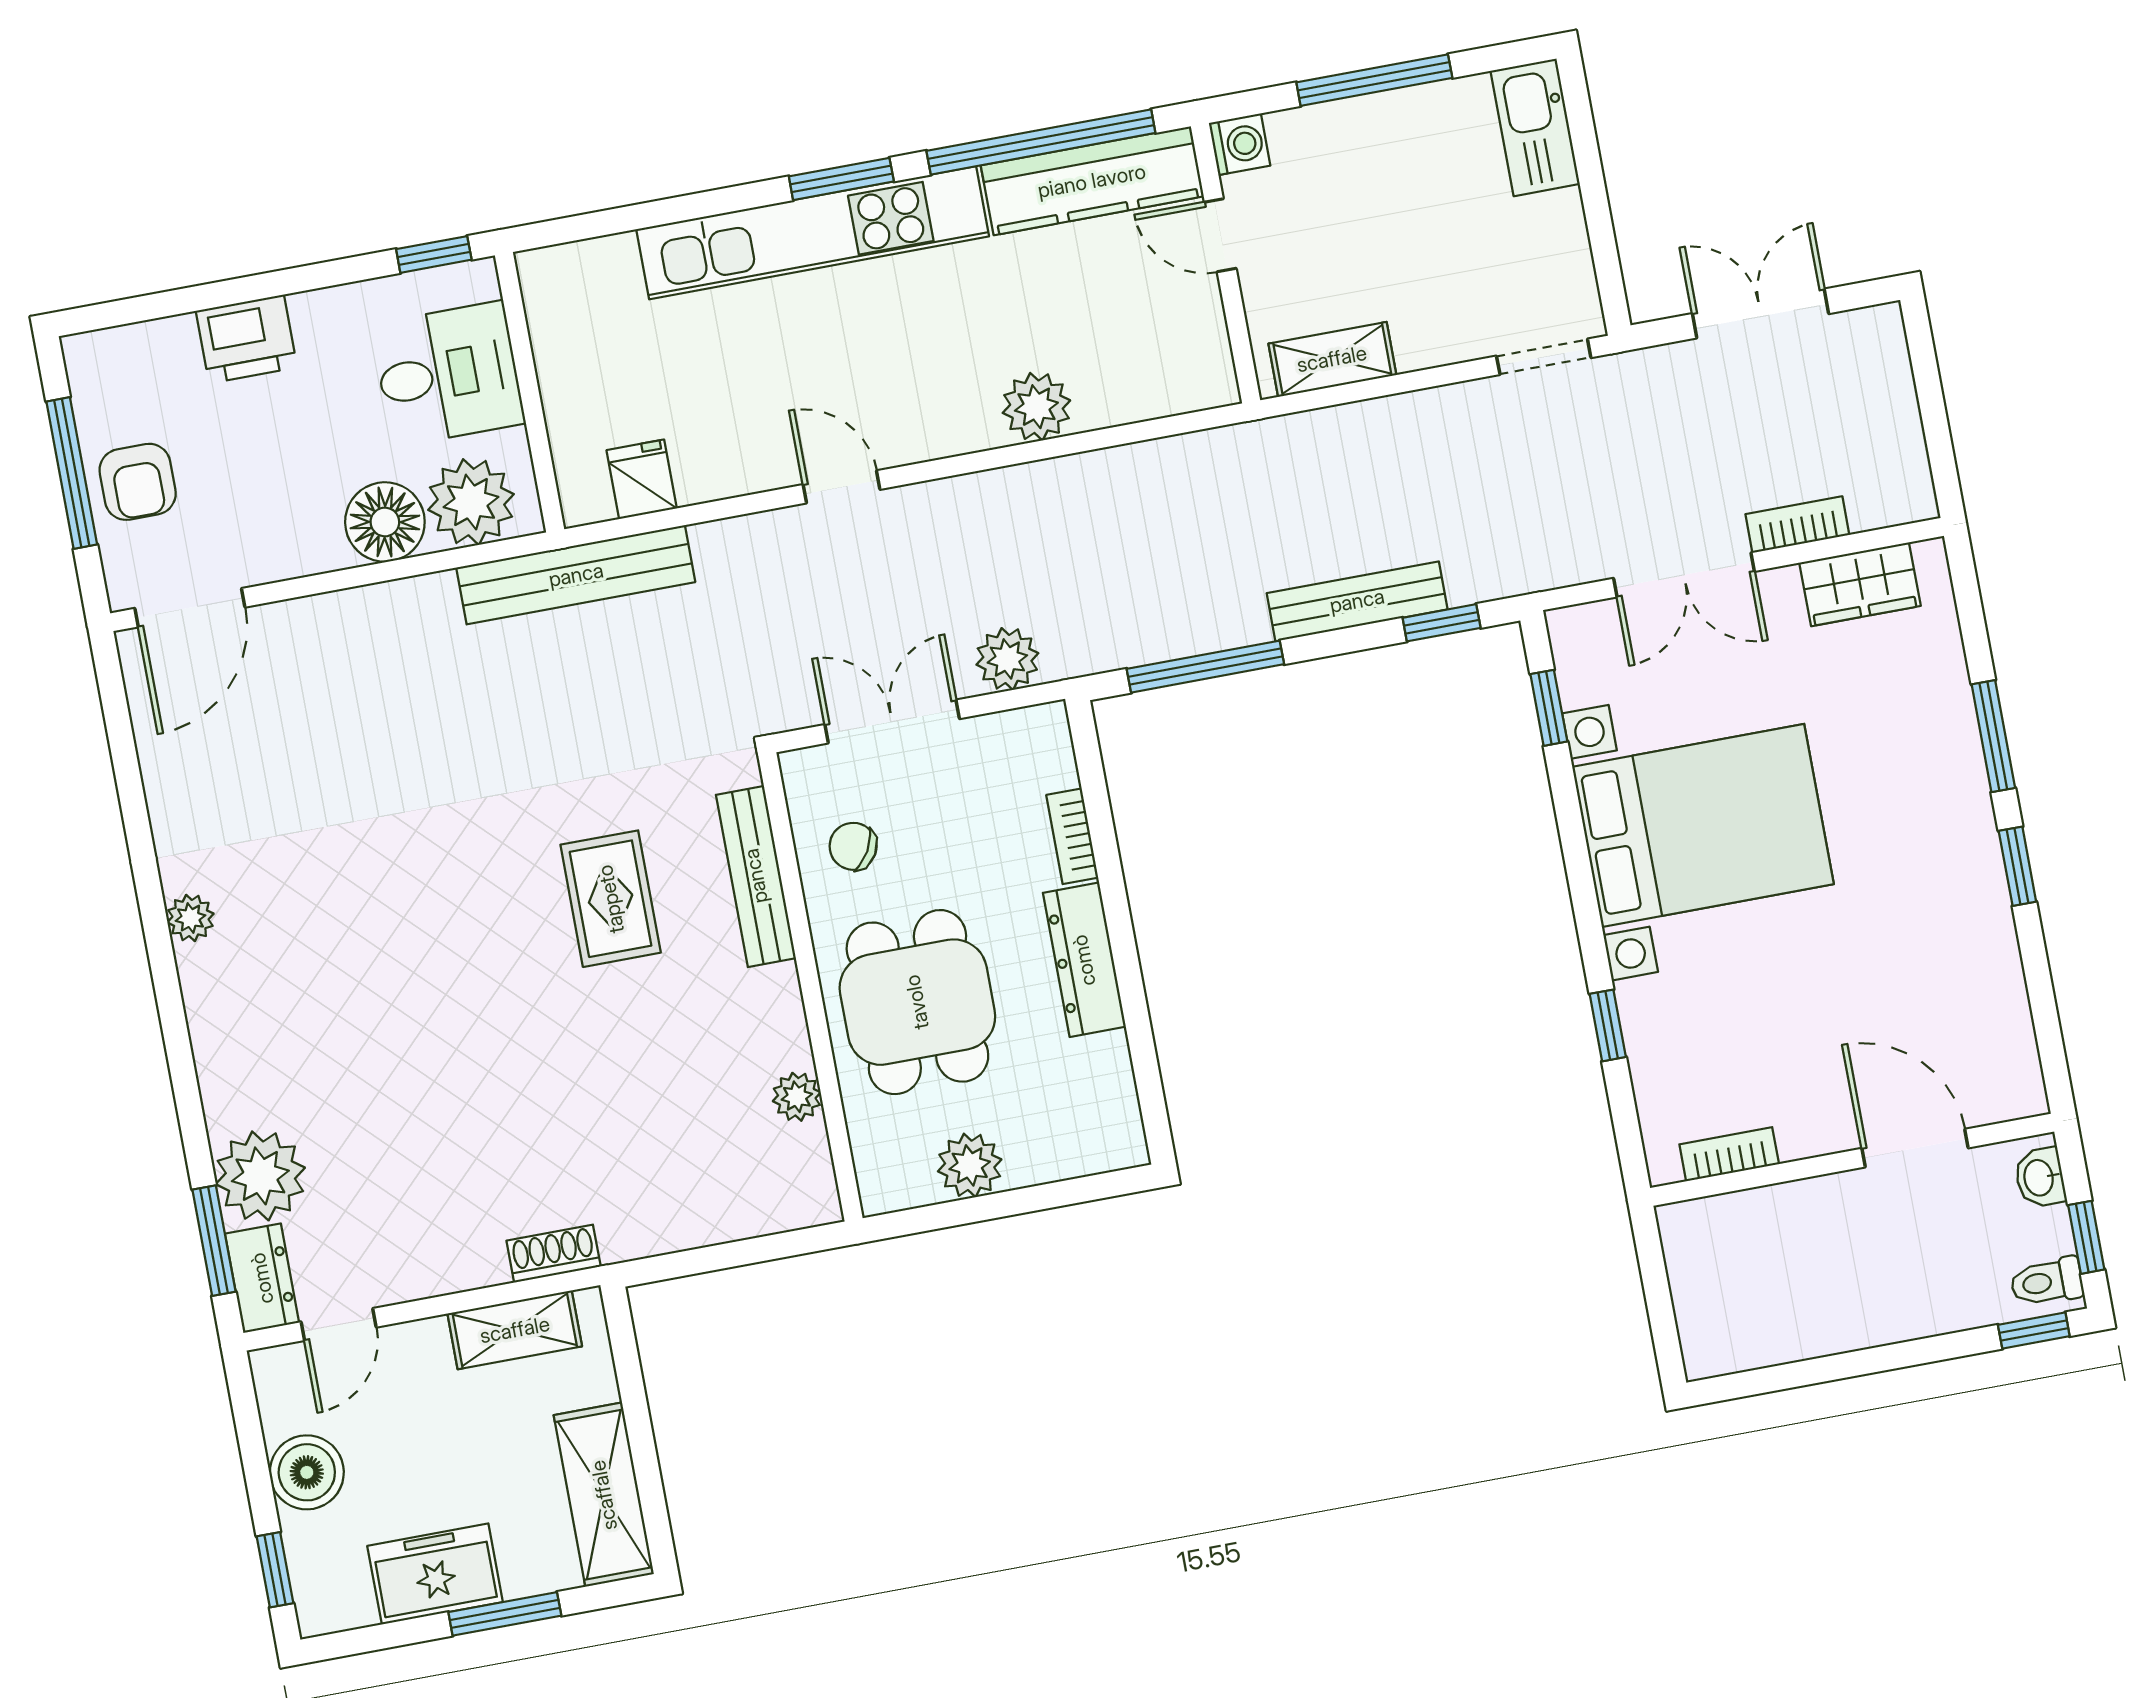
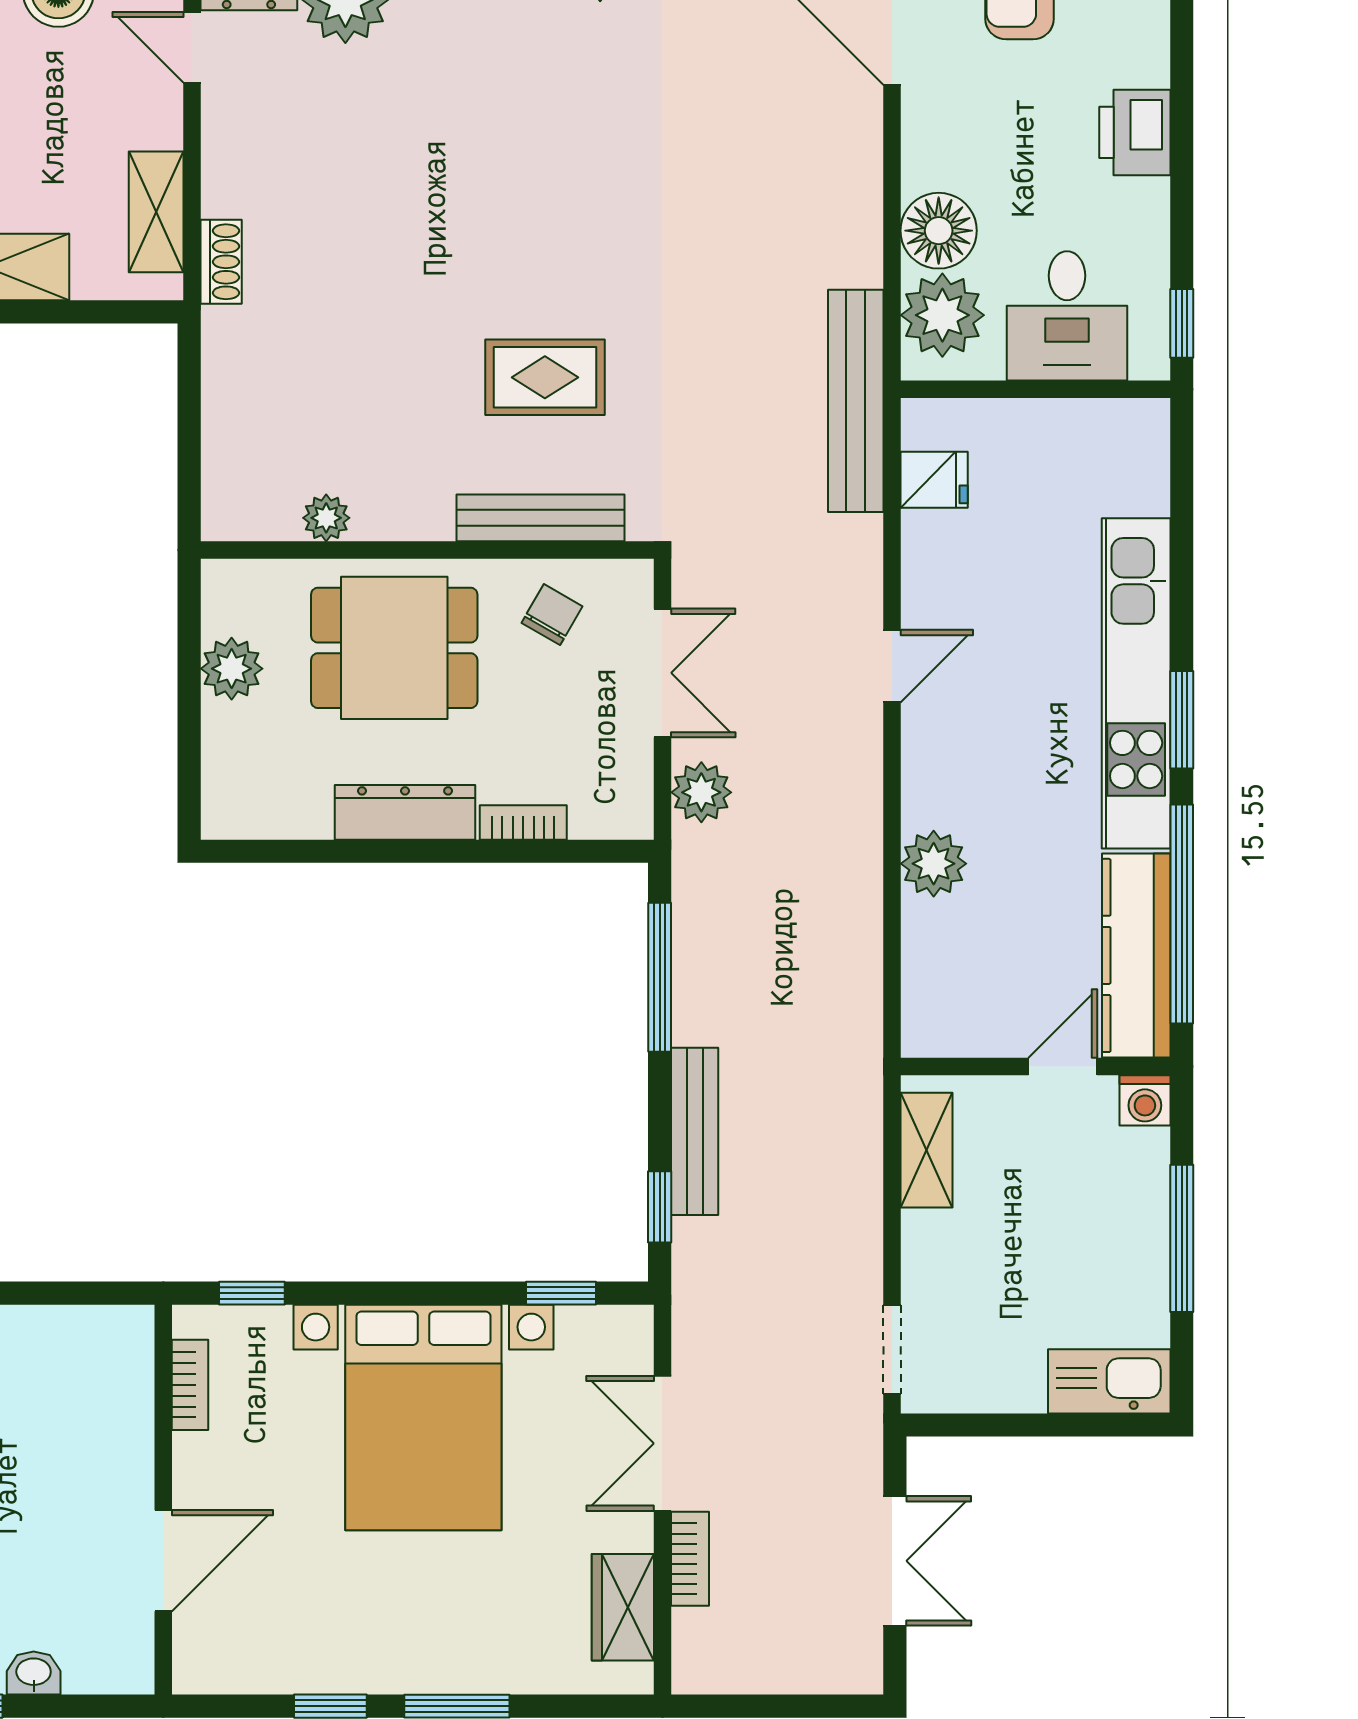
door: (1915, 1148) -> (163, 1561), moved
bookcase: (1729, 1154) -> (190, 1385), moved
wall: (1852, 1160) -> (163, 1500), moved

